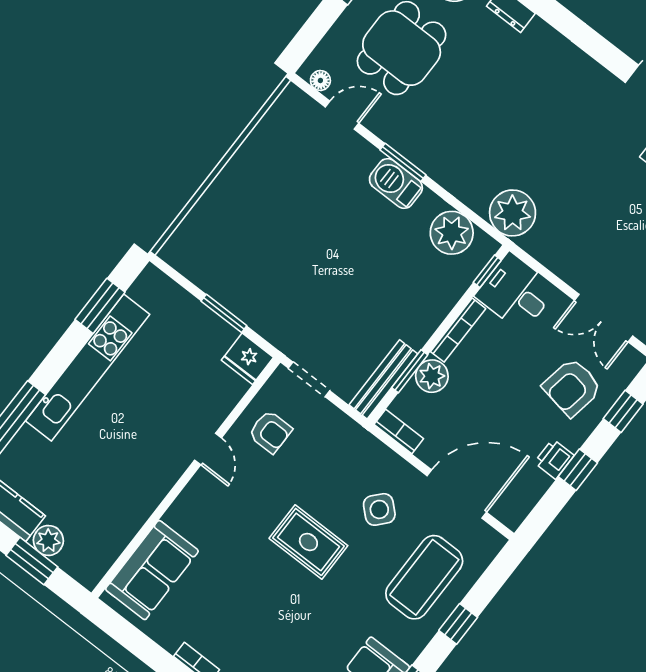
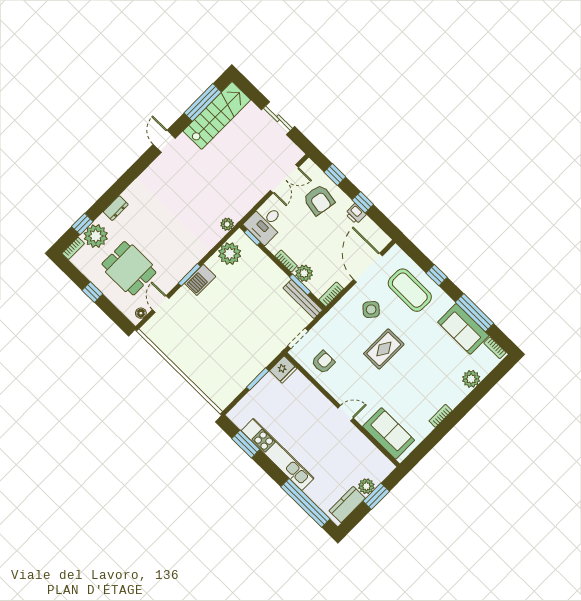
plant: (513, 213) -> (227, 224), width x0.53, depth x0.53
bookcase: (458, 330) -> (286, 261), width x0.64
door: (208, 449) -> (346, 413), moved

